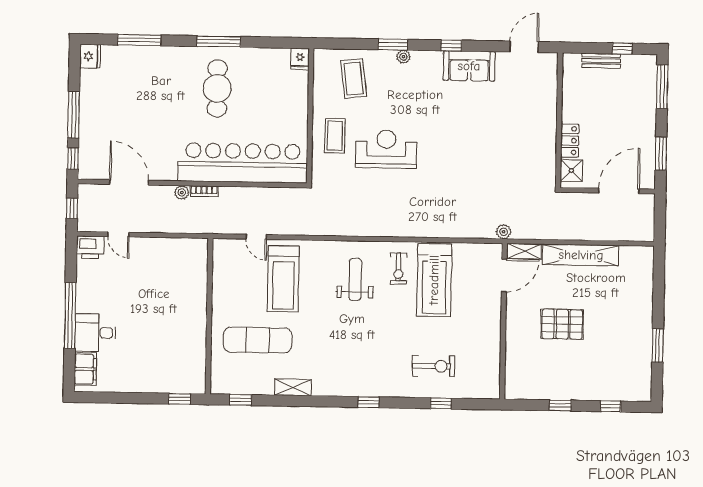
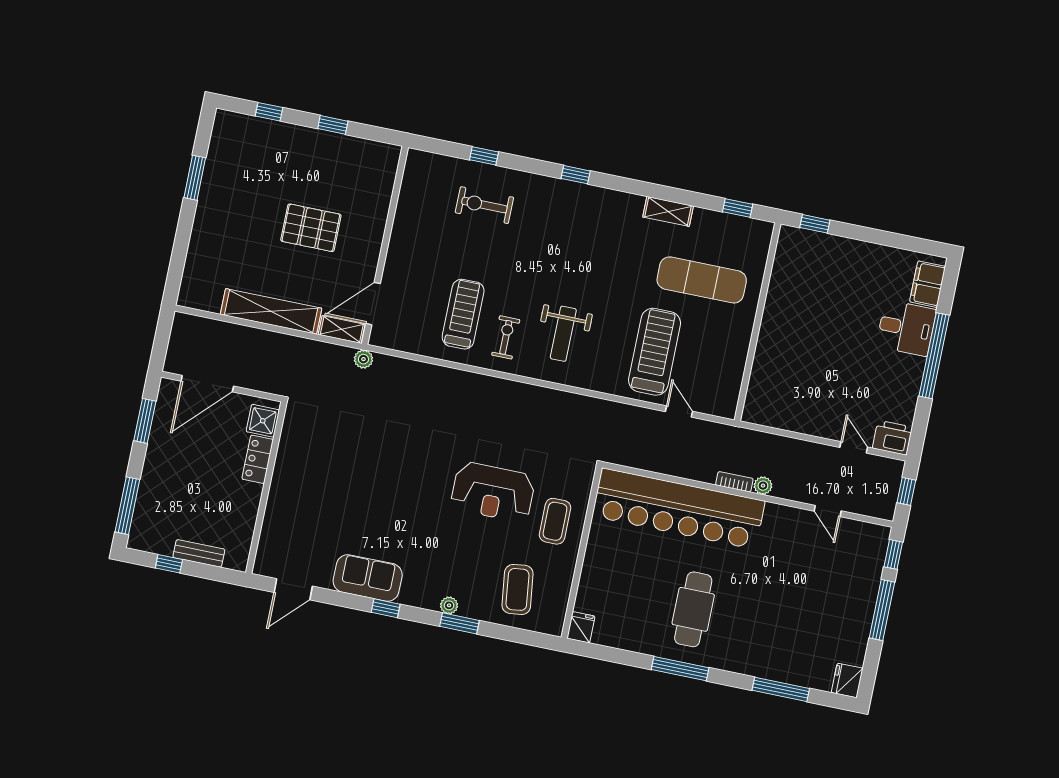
door: (129, 182) -> (828, 511), width x0.53
treadmill: (434, 280) -> (463, 314), width x0.73, depth x0.73

